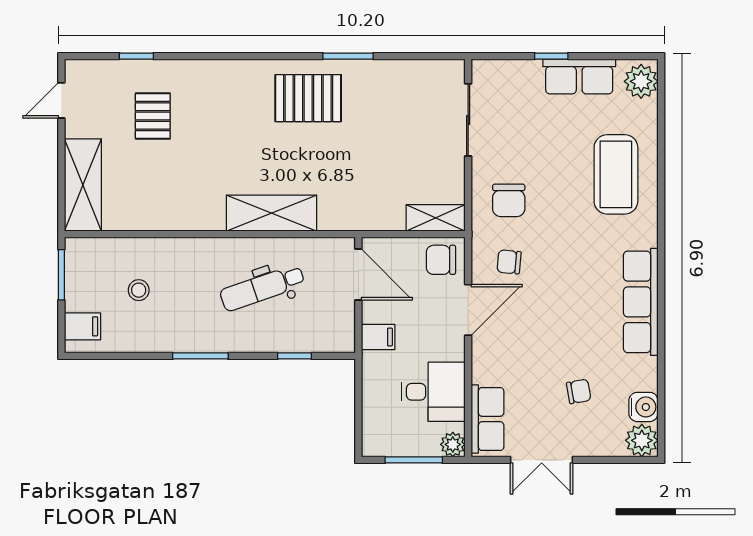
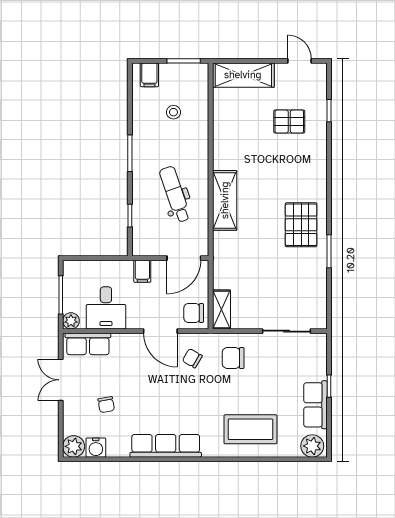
chair: (441, 260) -> (194, 313), turned -90
chair: (509, 262) -> (192, 358), turned -65

